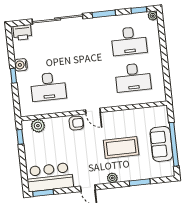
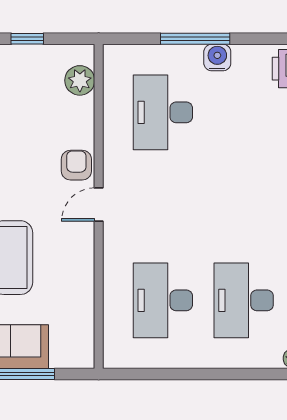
window: (13, 76) -> (195, 39), width x2.17
armchair: (76, 123) -> (76, 165), turned 180
window: (20, 137) -> (27, 39), moved

